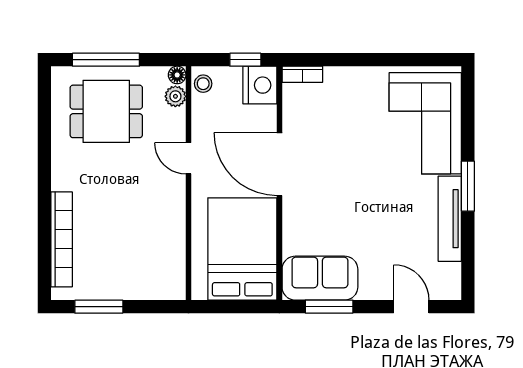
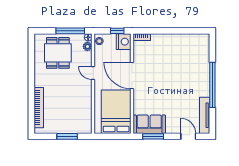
window: (106, 60) -> (70, 31), moved
dining table: (106, 111) -> (58, 53), turned 90
corner sofa: (425, 123) -> (194, 58), removed
window: (468, 186) -> (212, 85), width x2.11
tv unit: (450, 219) -> (205, 115), moved
window: (99, 307) -> (67, 136), moved

